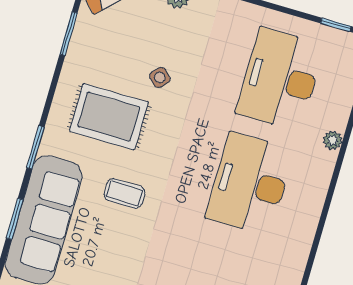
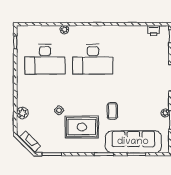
rug: (109, 117) -> (82, 127), turned 90

